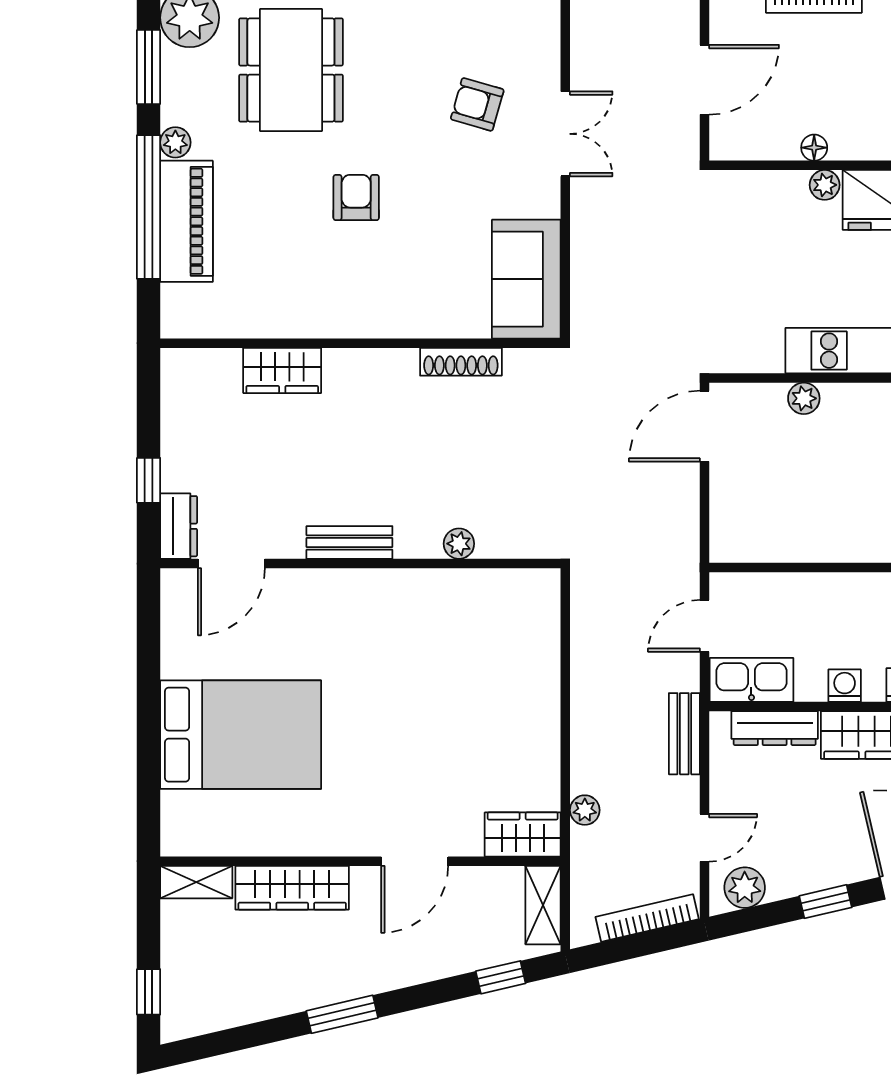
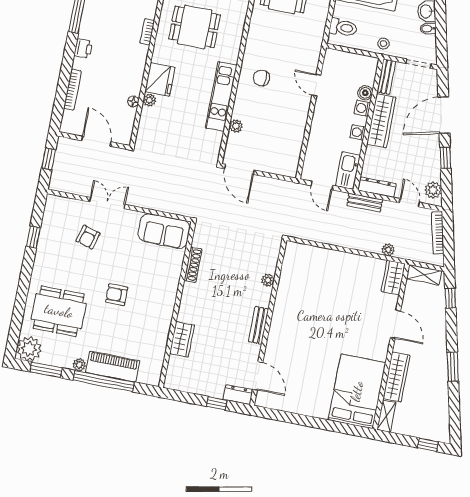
dresser: (775, 728) -> (377, 187), moved, turned -90
bed: (241, 735) -> (357, 391), moved

